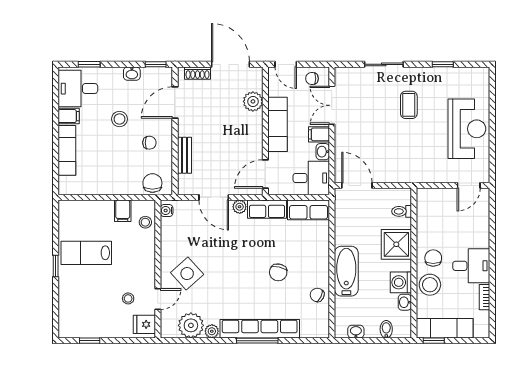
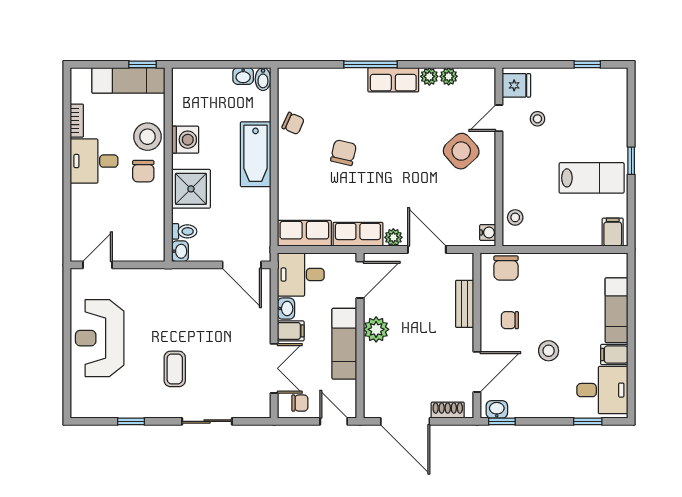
washbasin: (132, 74) -> (497, 409), moved
plant: (253, 101) -> (376, 329), moved
filing cabinet: (123, 211) -> (613, 232), moved
washbasin: (405, 302) -> (180, 251), moved
plant: (191, 325) -> (449, 76), width x0.53, depth x0.53
row of seats: (260, 329) -> (393, 80), width x0.50
bidet: (386, 329) -> (263, 79), moved

